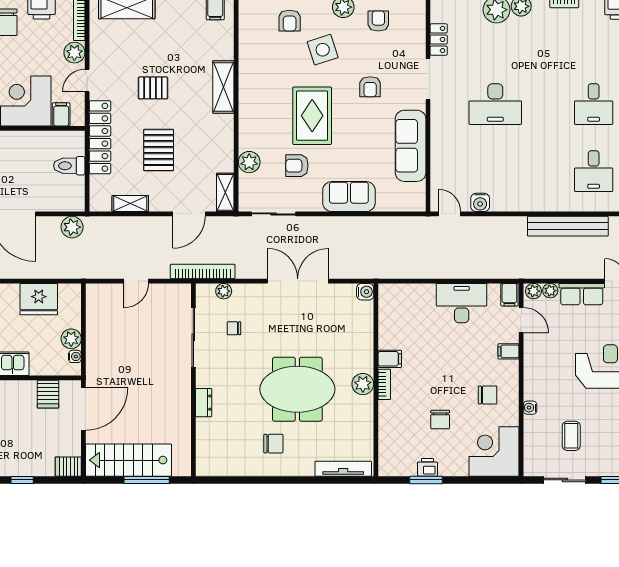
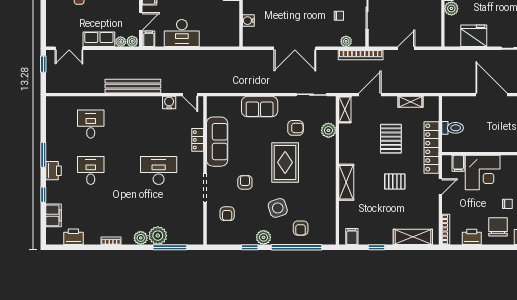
armchair: (290, 21) -> (301, 228), turned 180
armchair: (378, 21) -> (227, 214), moved
locker: (439, 40) -> (198, 140), moved
plant: (74, 53) -> (449, 206), removed
bench: (568, 226) -> (133, 86), moved
plant: (72, 227) -> (451, 85), removed
water cooler: (365, 292) -> (248, 21), moved
door: (521, 320) -> (141, 21), swing flipped

